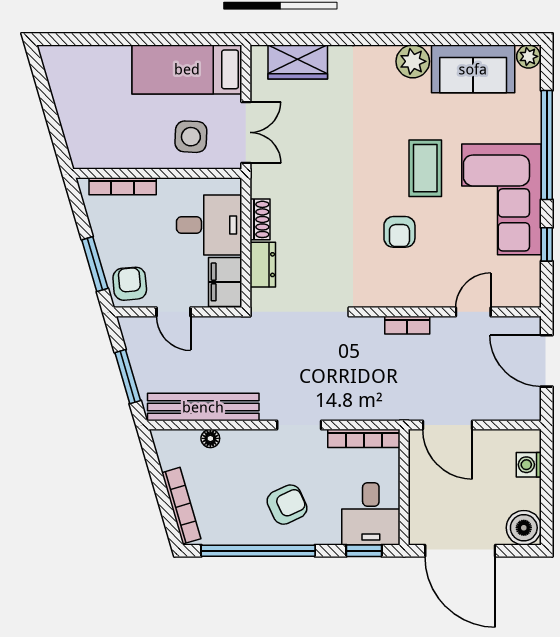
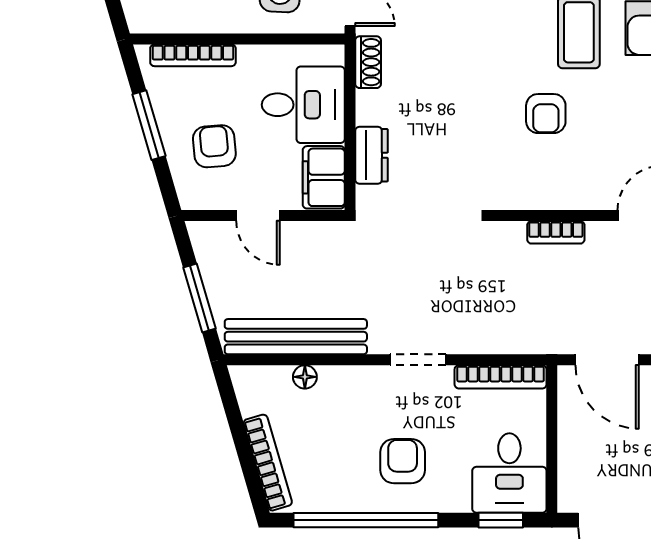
shoe rack: (260, 219) -> (368, 62), moved
window: (95, 264) -> (149, 125), moved
armchair: (130, 284) -> (214, 146), moved
armchair: (287, 505) -> (403, 461), turned -65

